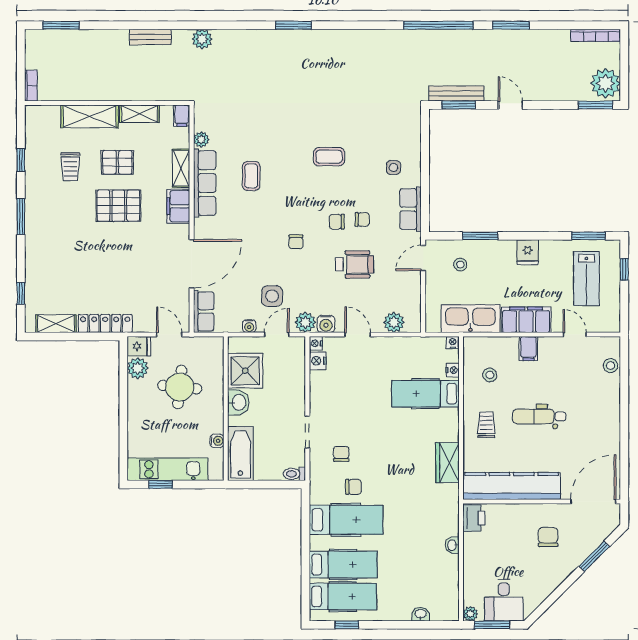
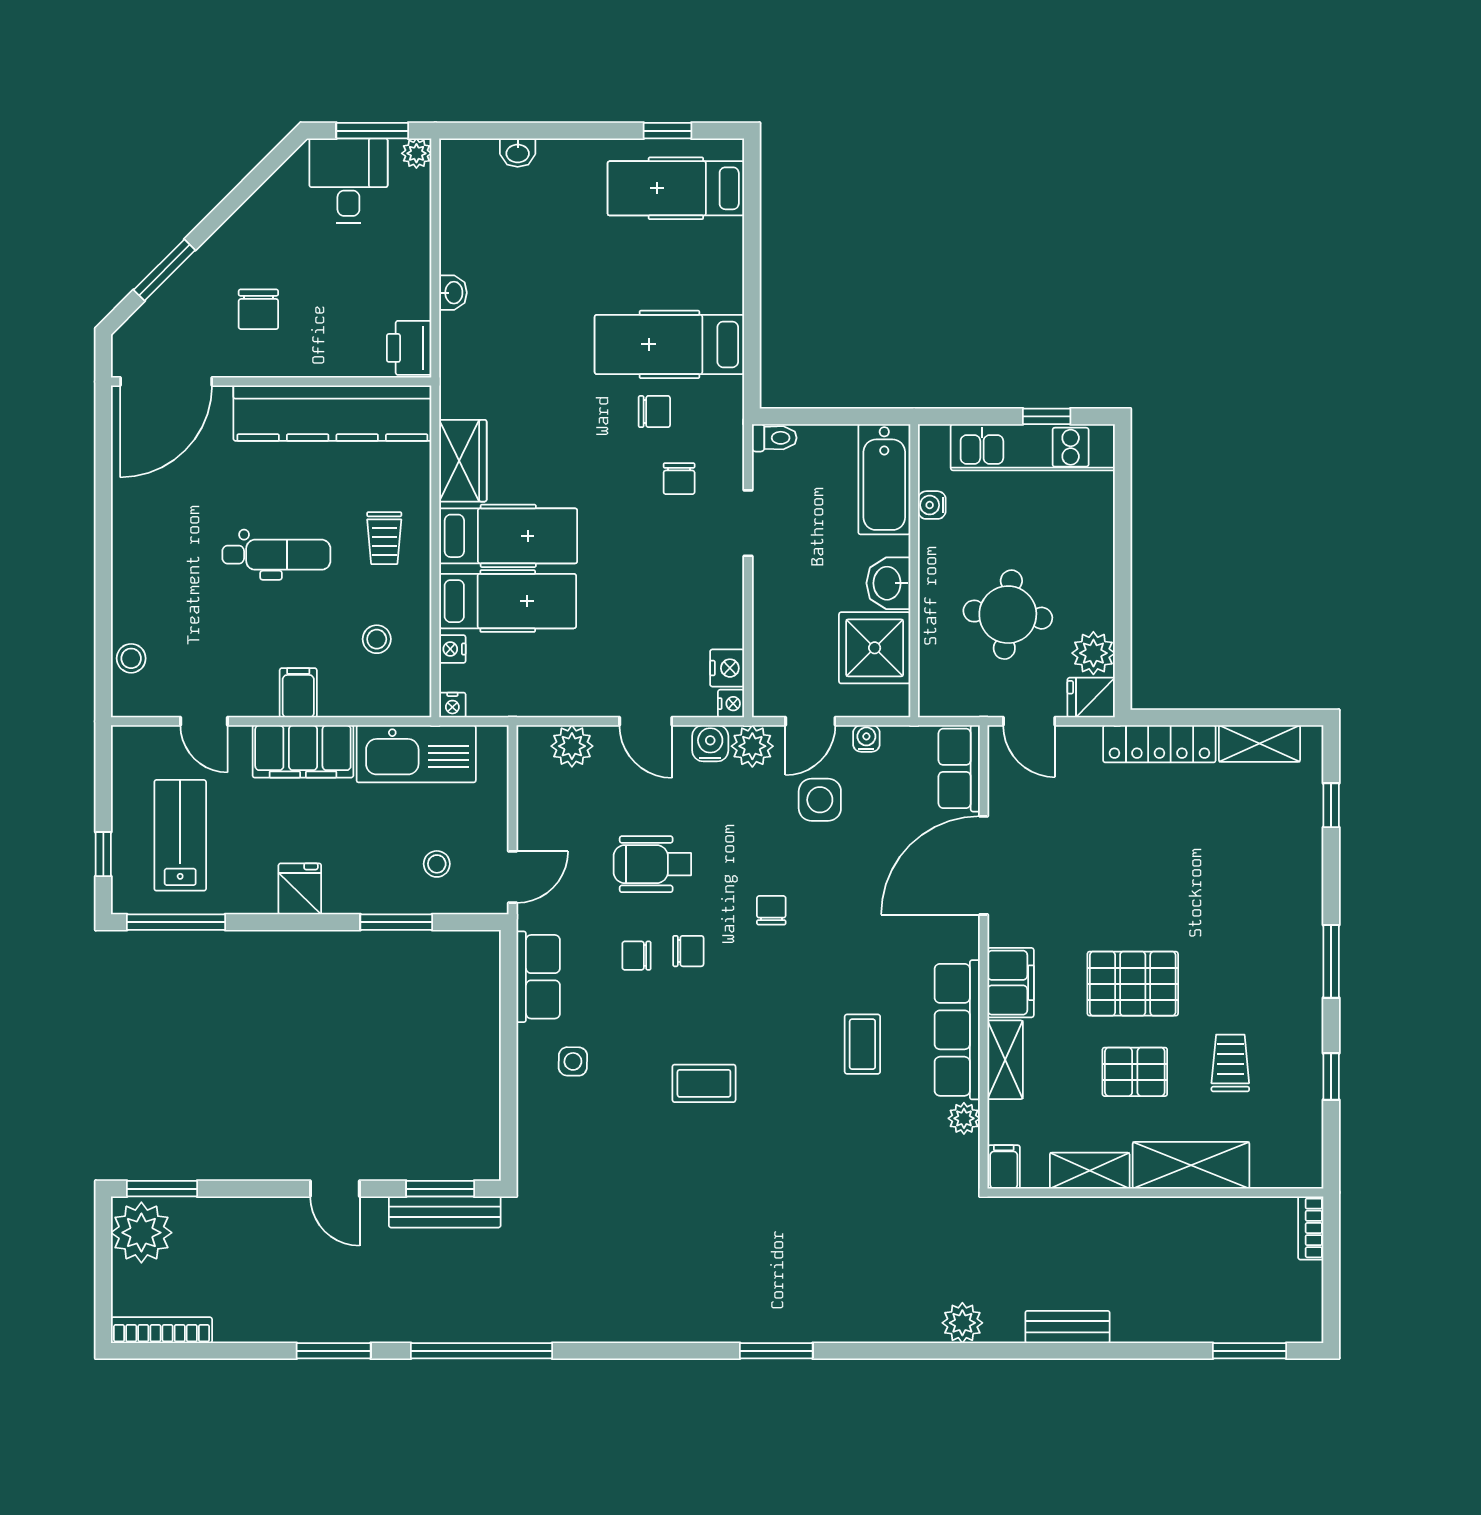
window: (588, 236) -> (176, 922), width x1.44
chair: (353, 487) -> (654, 412), turned 180
hospital bed: (343, 565) -> (508, 536), moved, turned 180

